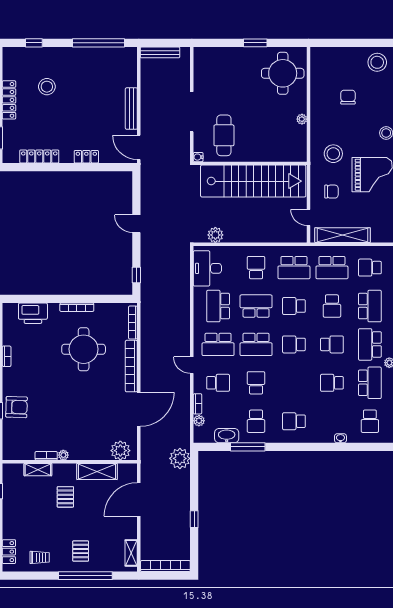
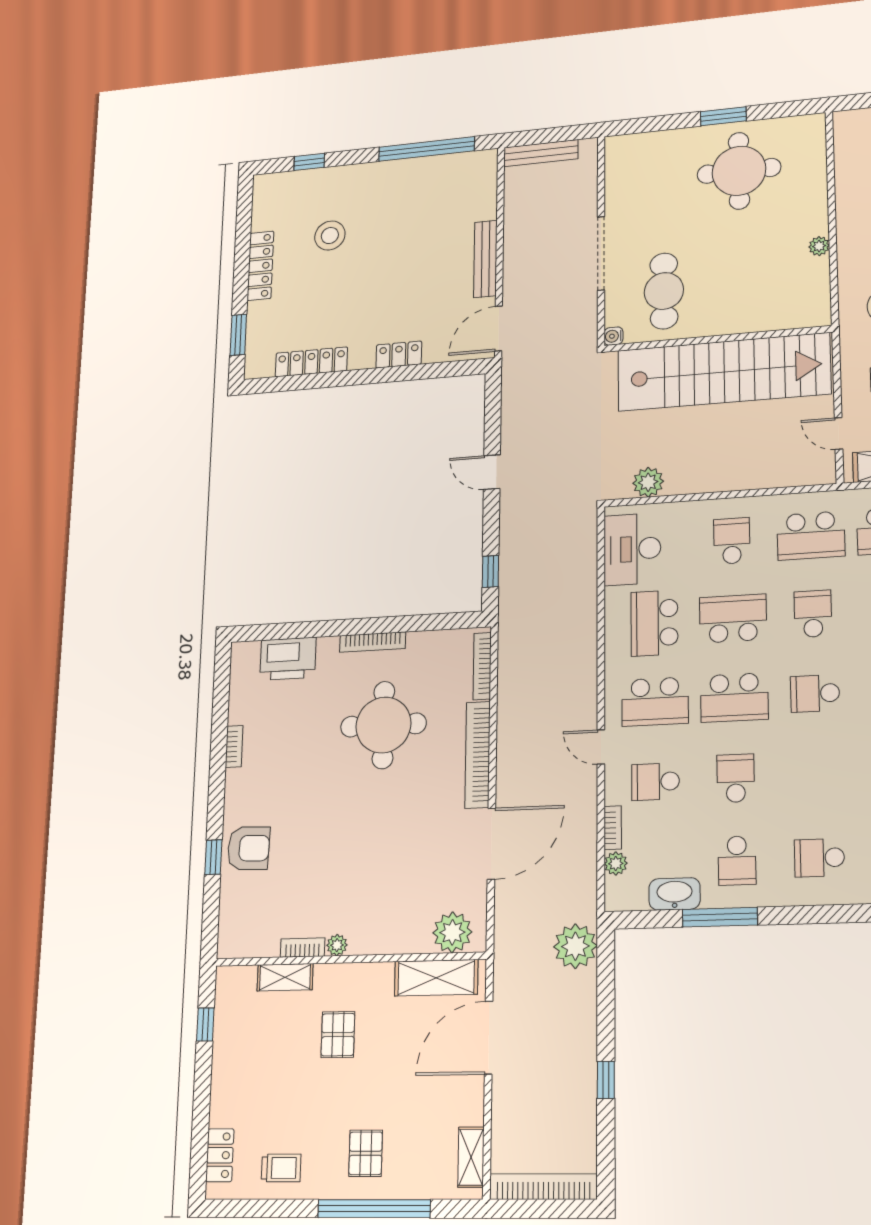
round table: (283, 73) -> (739, 171), moved
door: (139, 147) -> (498, 328), hinge flipped
school desk: (294, 306) -> (813, 614), turned 90
school desk: (218, 383) -> (655, 782), turned 180
shelving: (97, 471) -> (436, 978), moved

